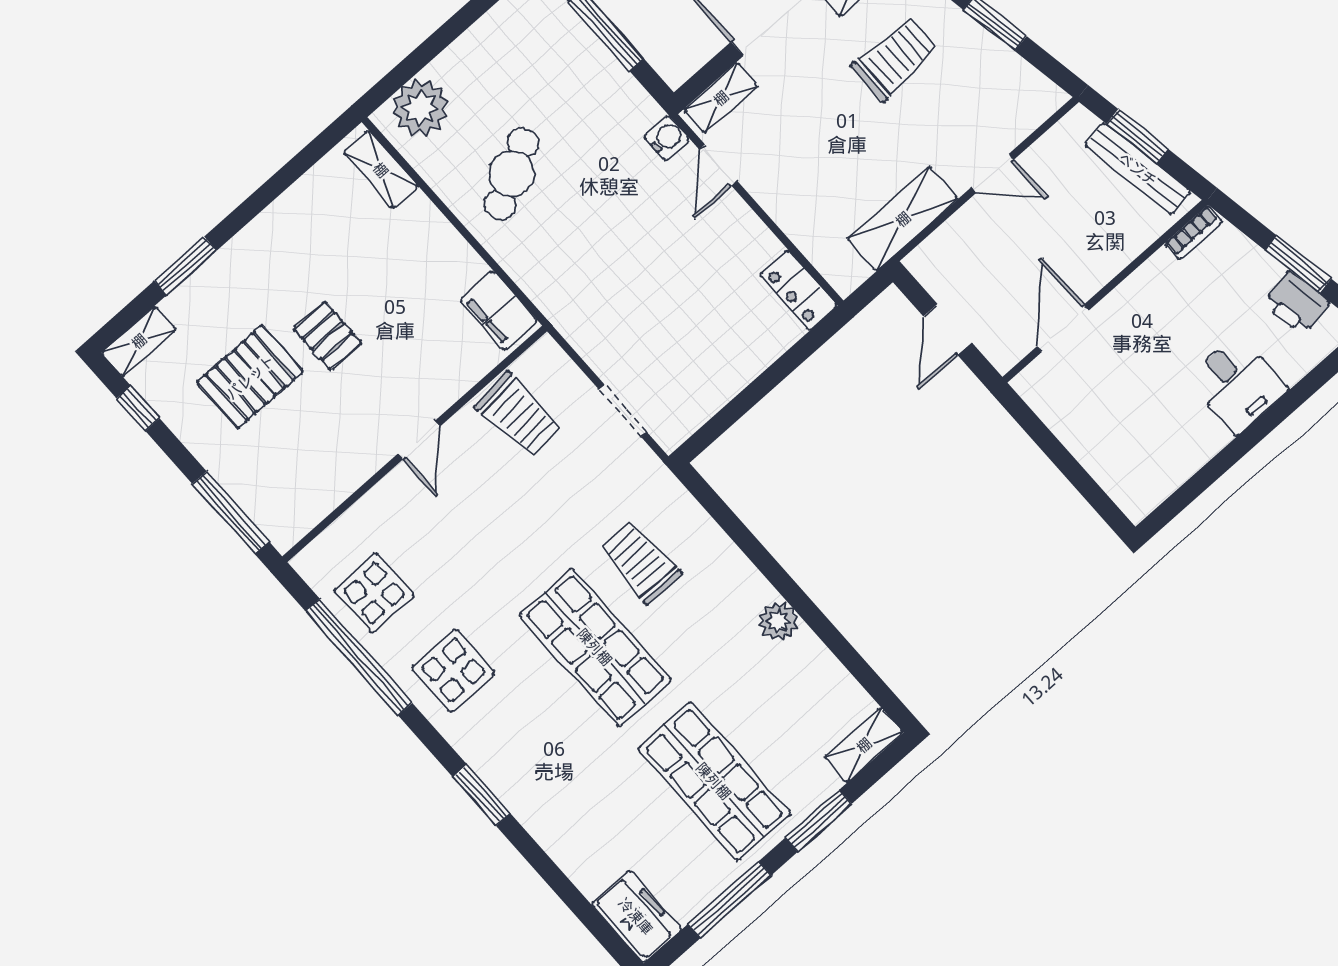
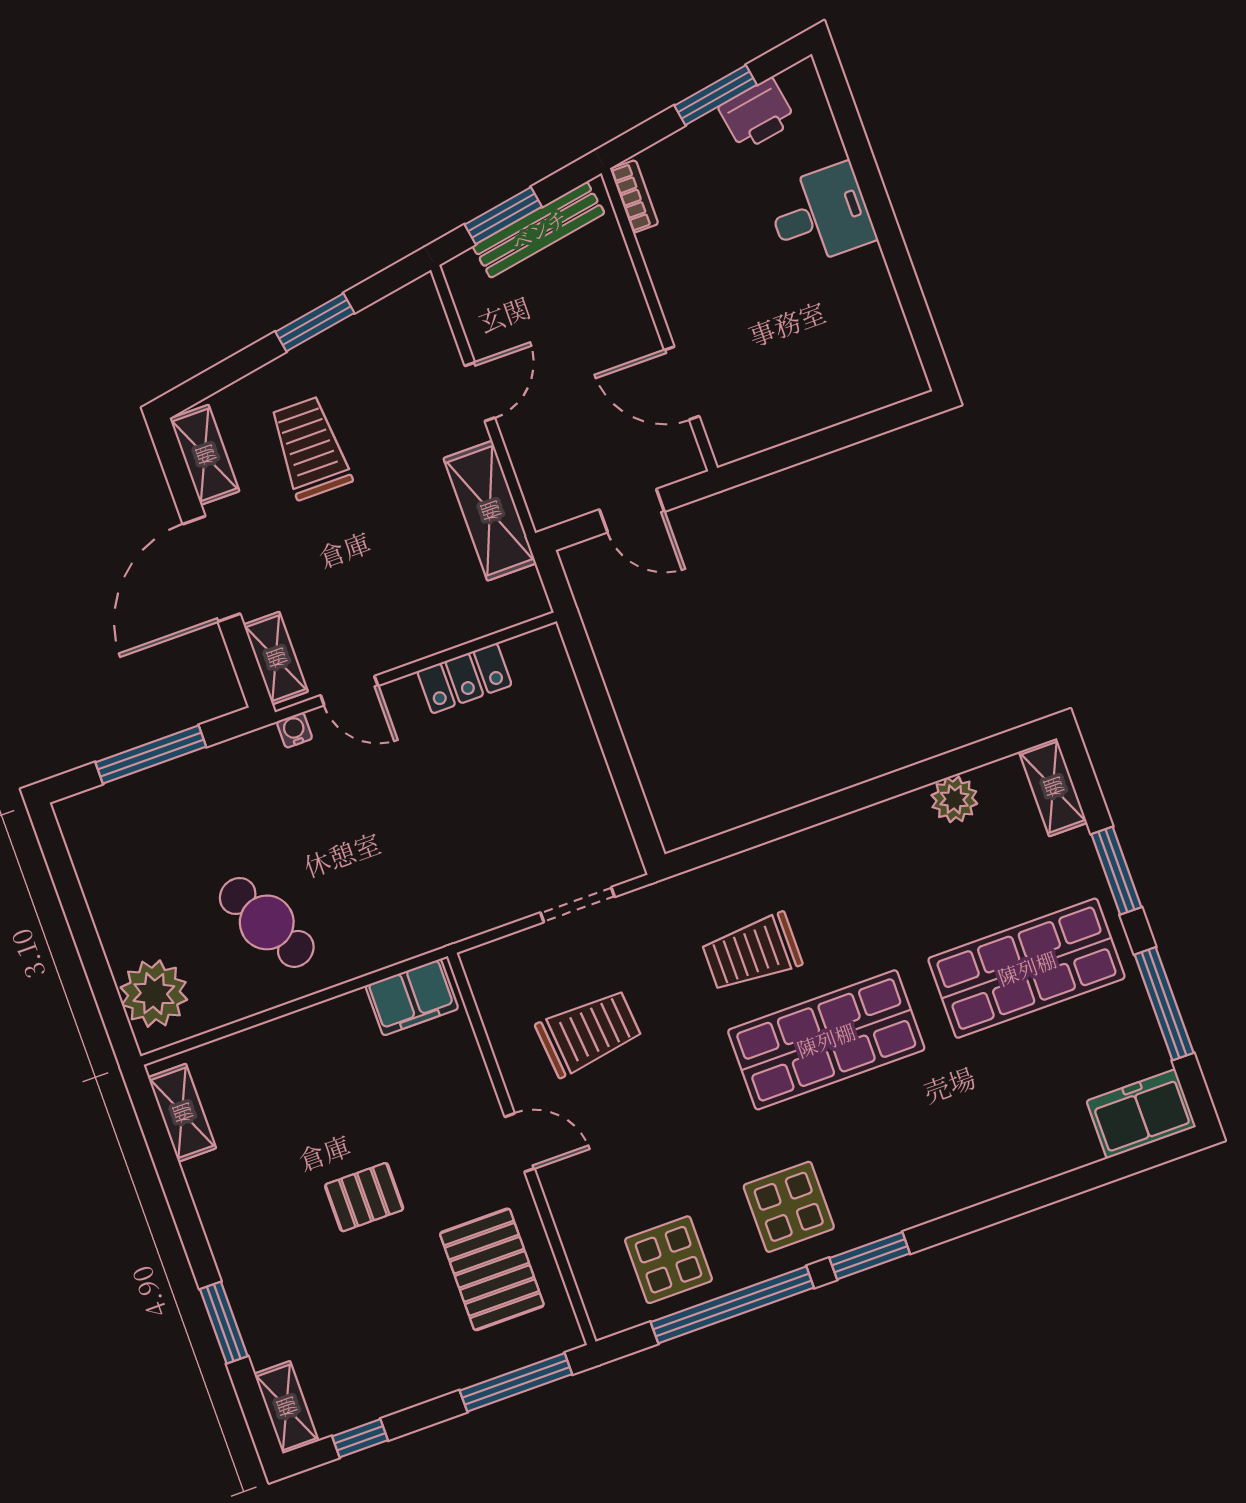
water cooler: (667, 138) -> (294, 730), width x0.72, depth x0.72
shelving: (381, 170) -> (182, 1113), moved, turned 90
locker: (799, 290) -> (464, 678), moved
pallet: (250, 377) -> (492, 1269), moved
trolley: (519, 415) -> (589, 1032), moved
plant: (778, 621) -> (954, 799), moved
window: (481, 795) -> (870, 1256), moved

